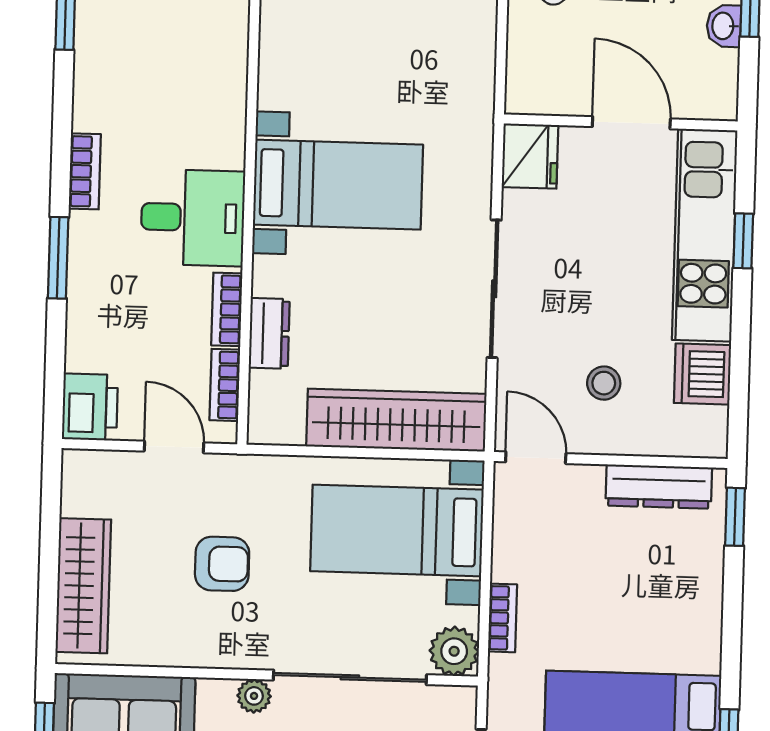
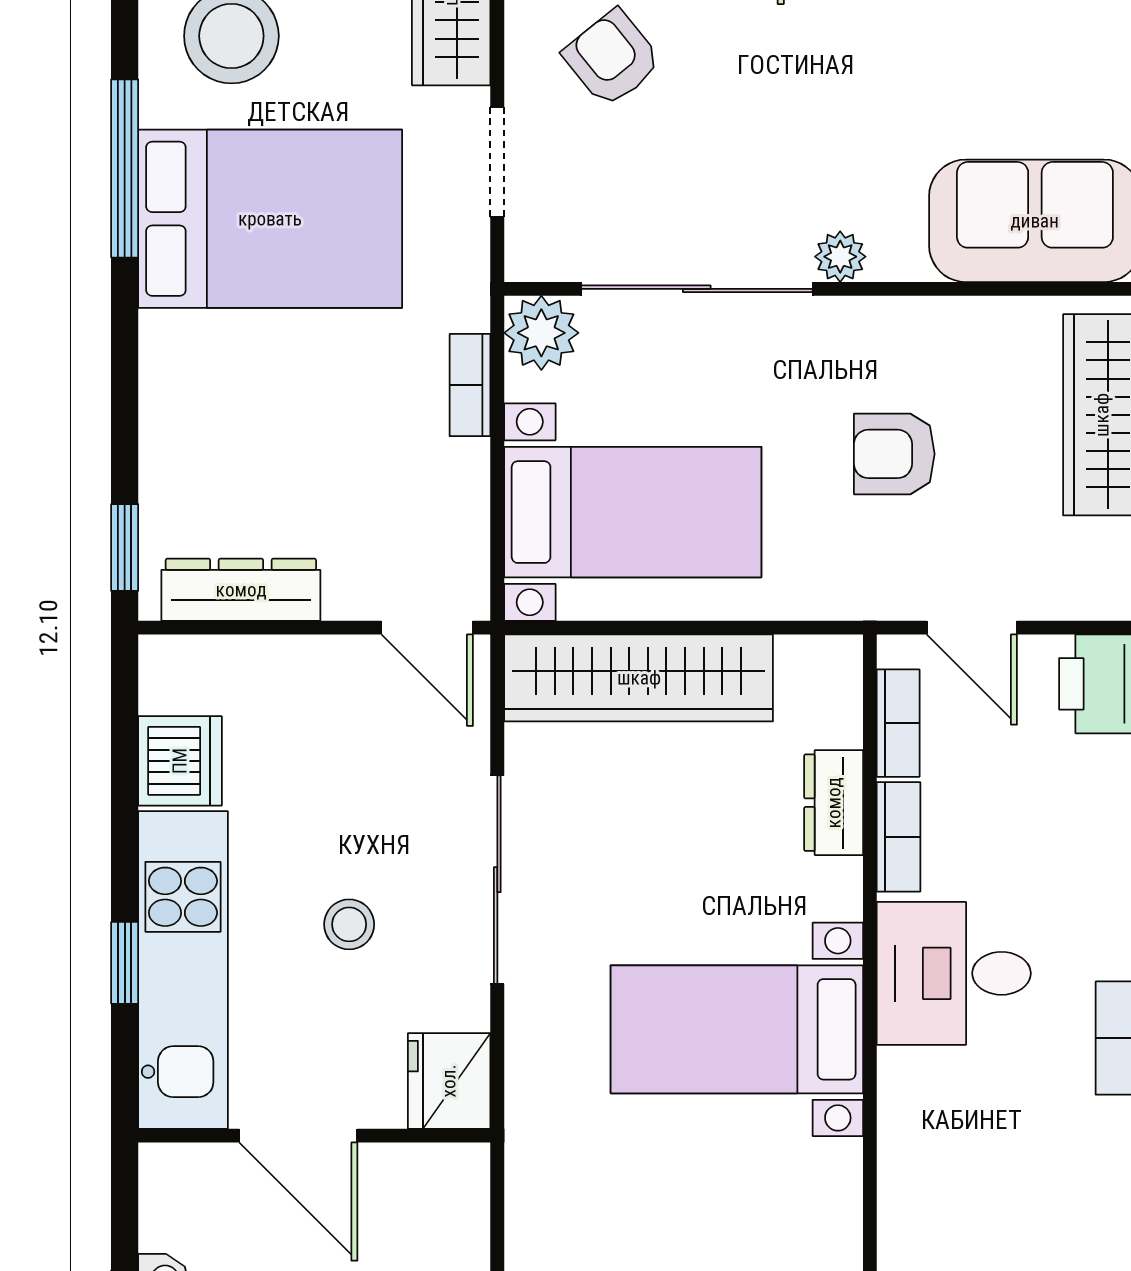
stool: (604, 383) -> (349, 924), moved

